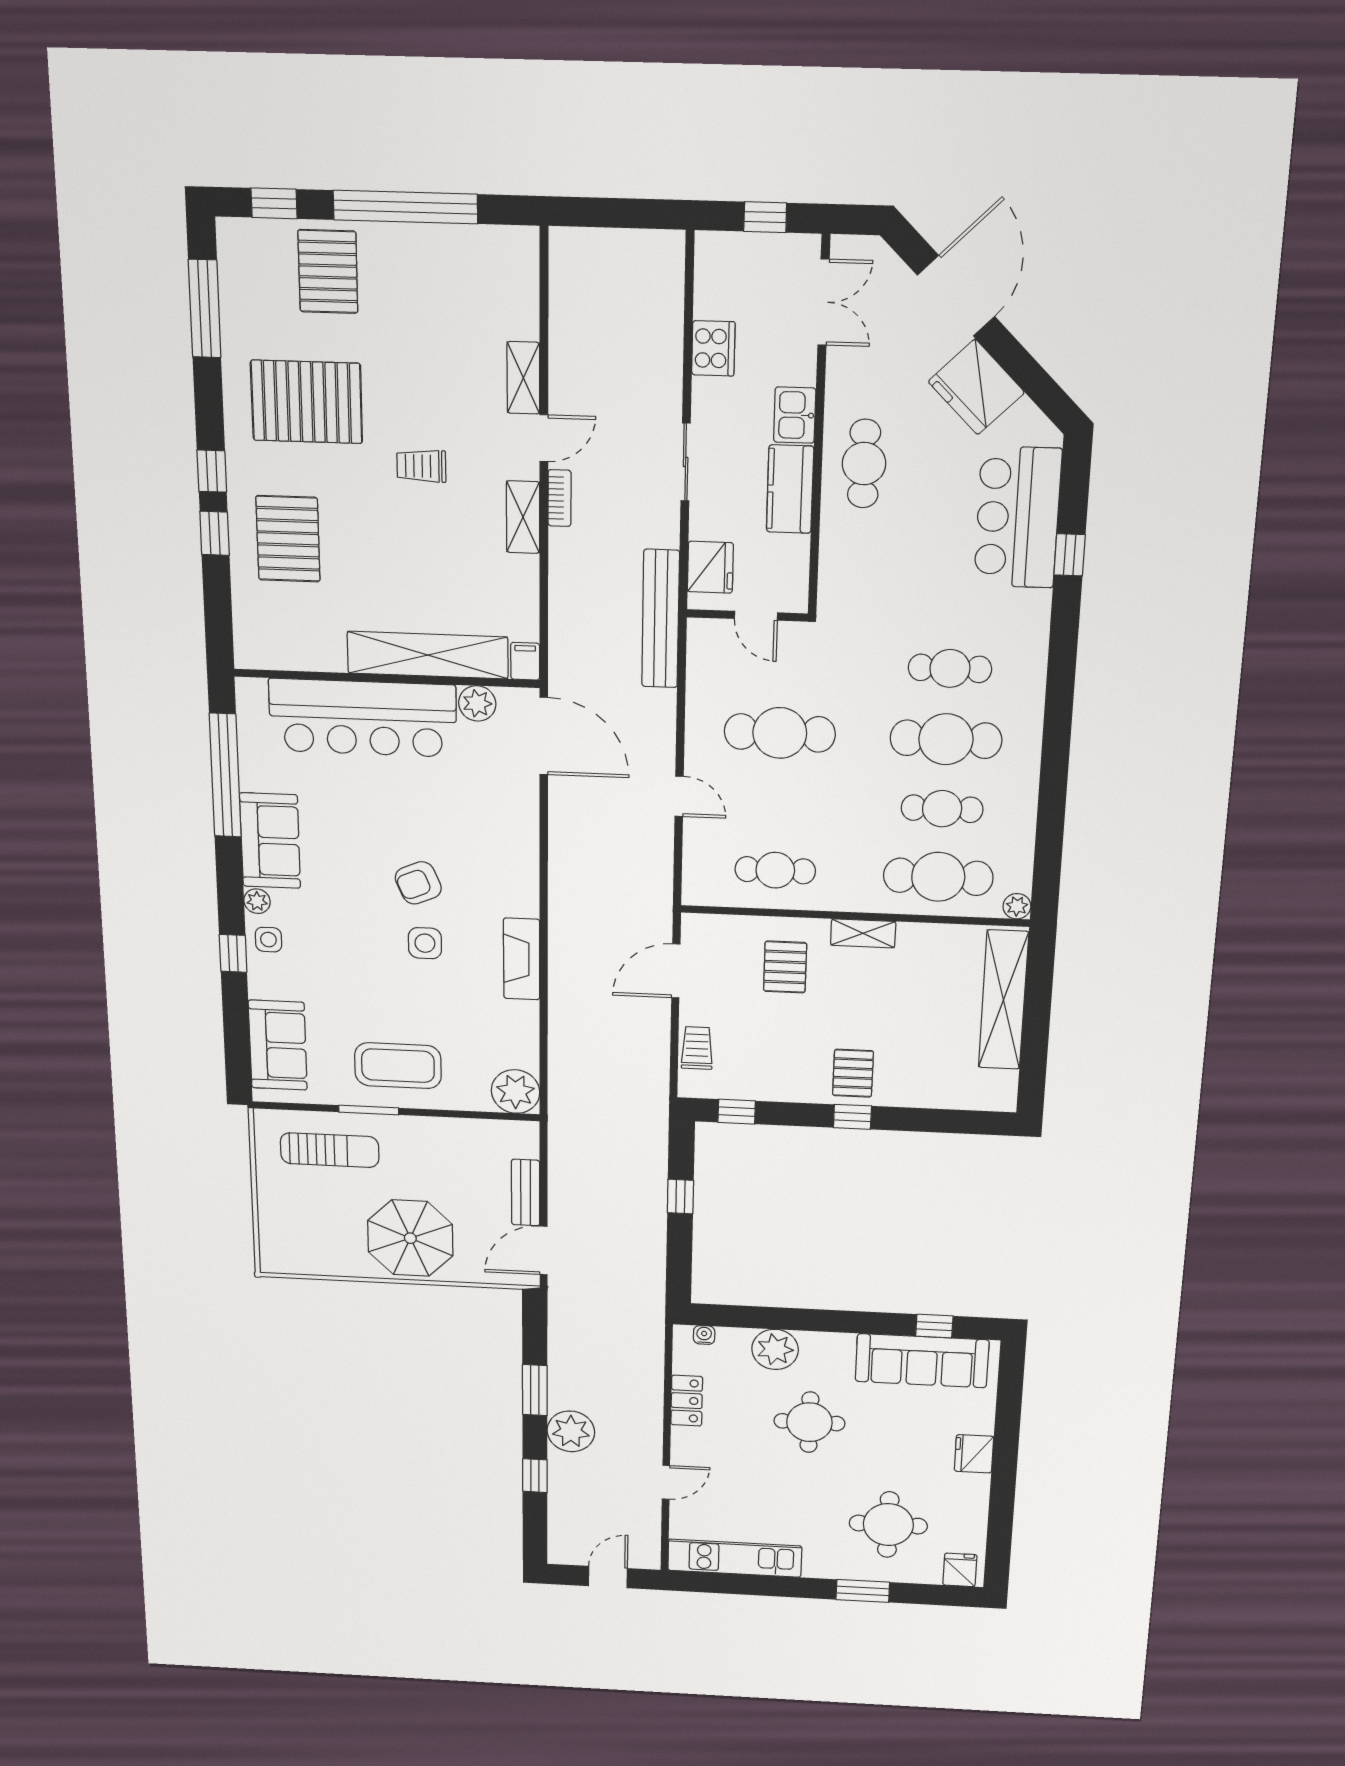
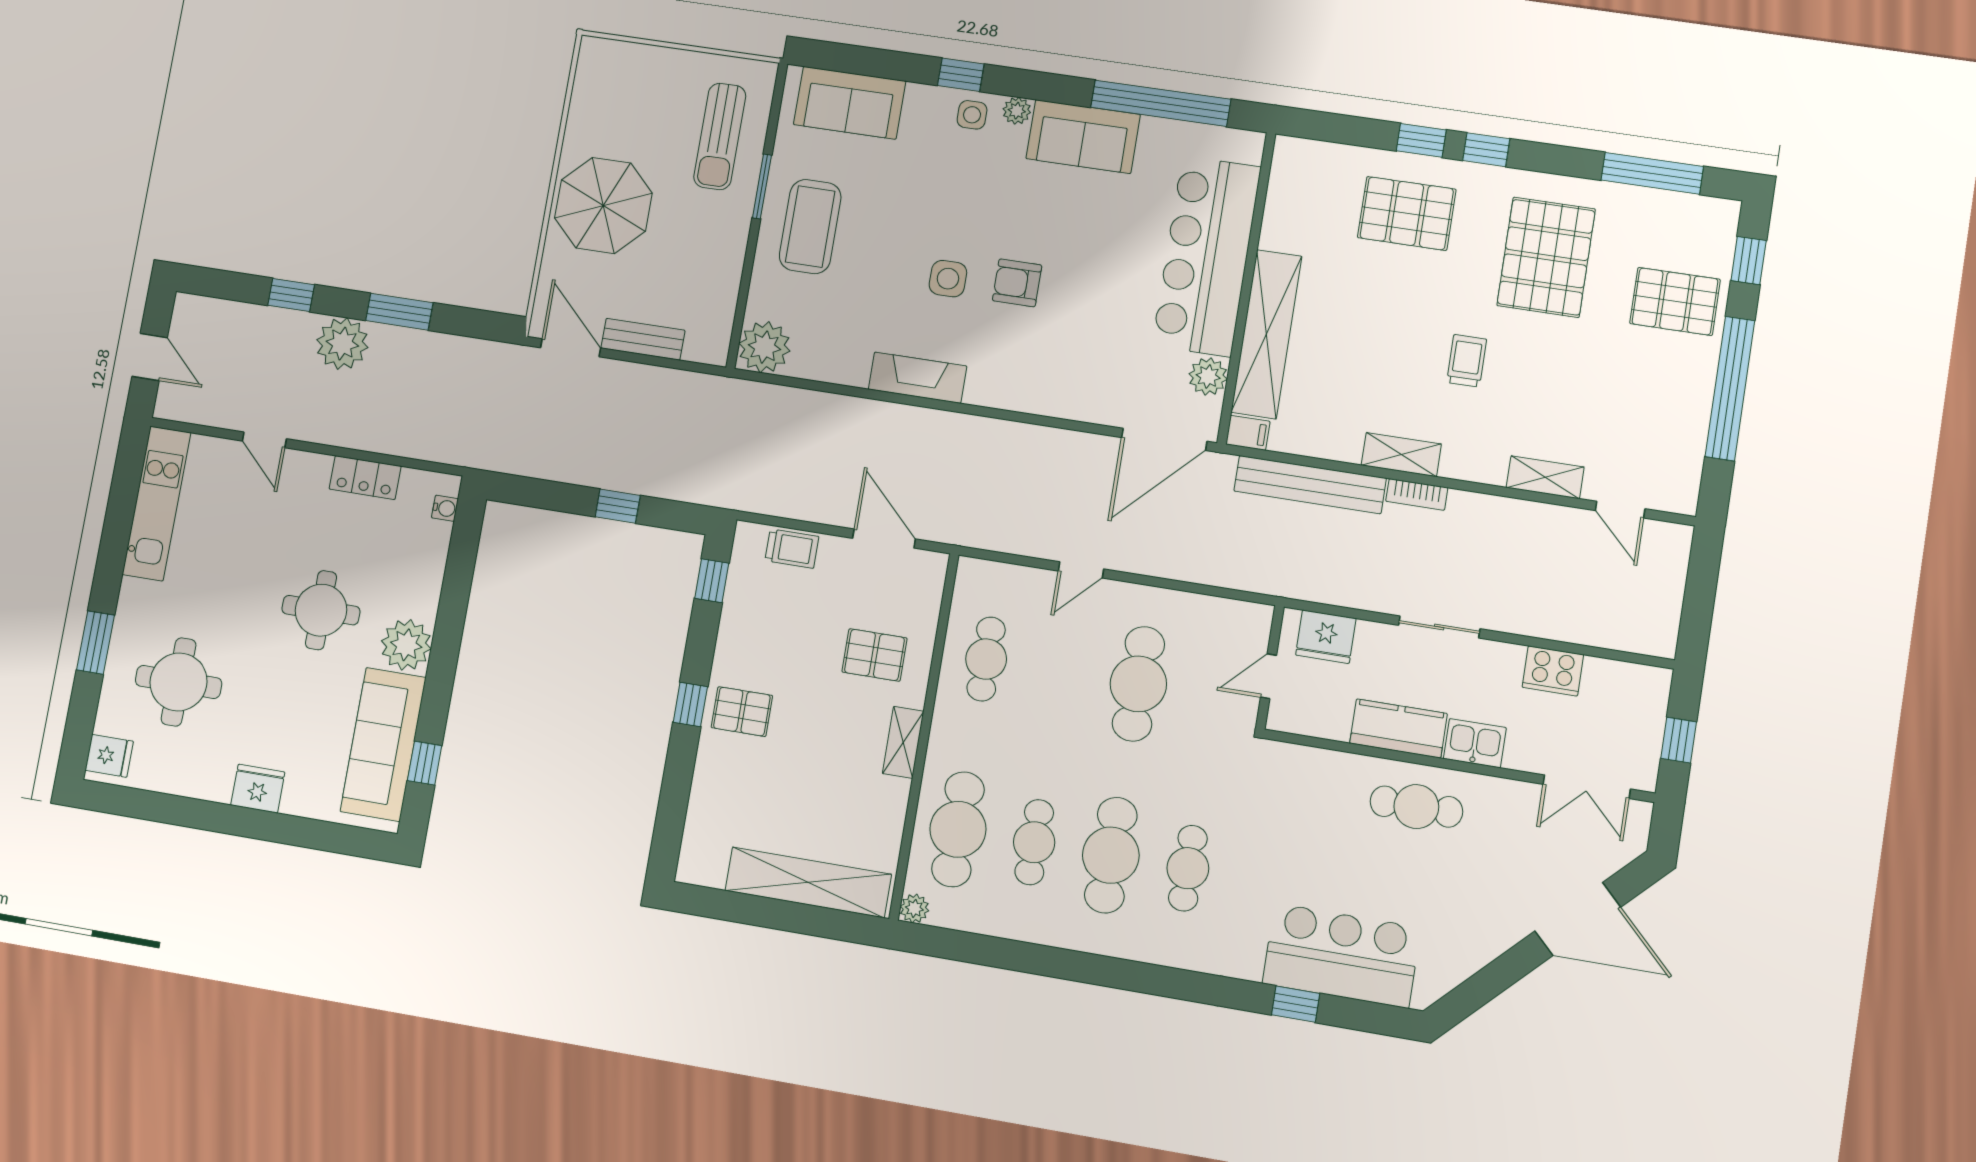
fridge: (976, 387) -> (1482, 929), removed
door: (544, 438) -> (1620, 510), moved
bench: (661, 619) -> (1310, 485), moved
armchair: (418, 883) -> (1017, 283), turned -67
plant: (775, 1349) -> (406, 645), moved

